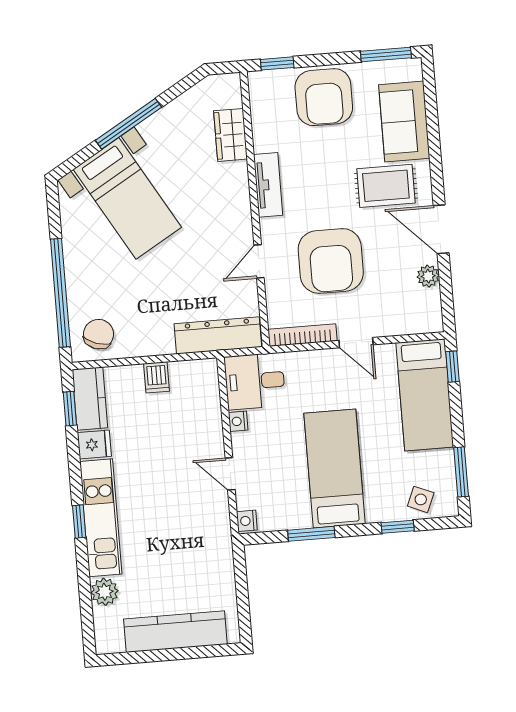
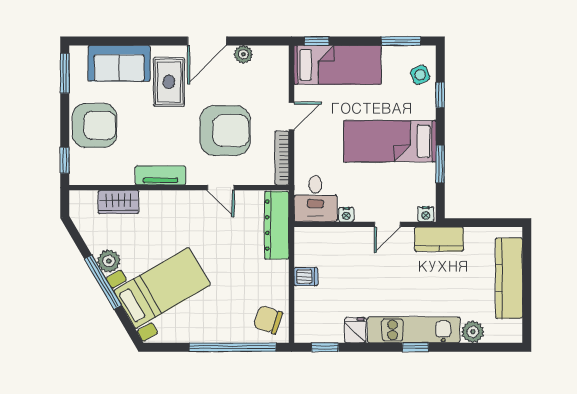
plant: (156, 129) -> (109, 261), added
kitchen counter: (90, 399) -> (439, 239), moved, turned 180
side table: (421, 499) -> (420, 75), turned 45

